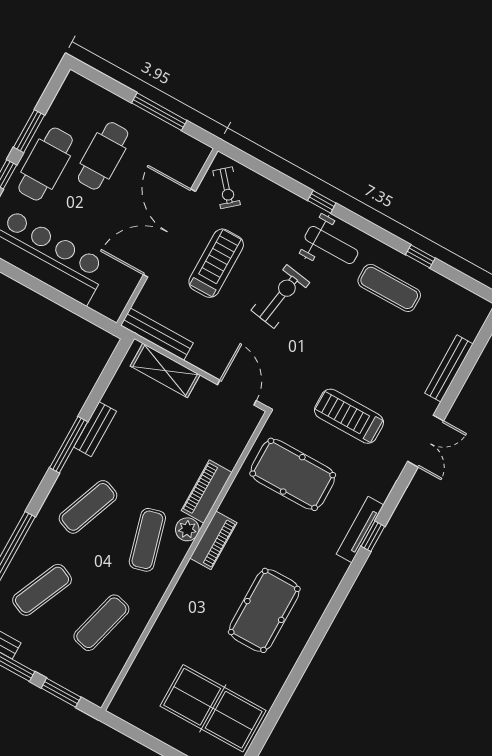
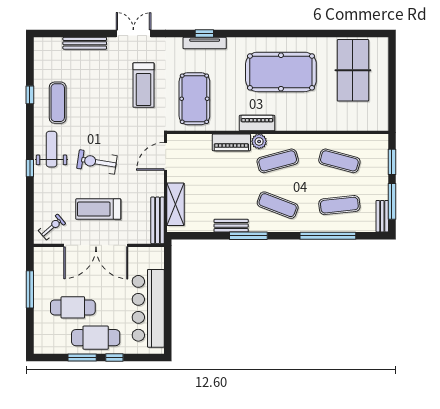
exercise mat: (42, 590) -> (339, 205), turned -30
pool table: (264, 610) -> (281, 72), width x1.36, depth x1.32

